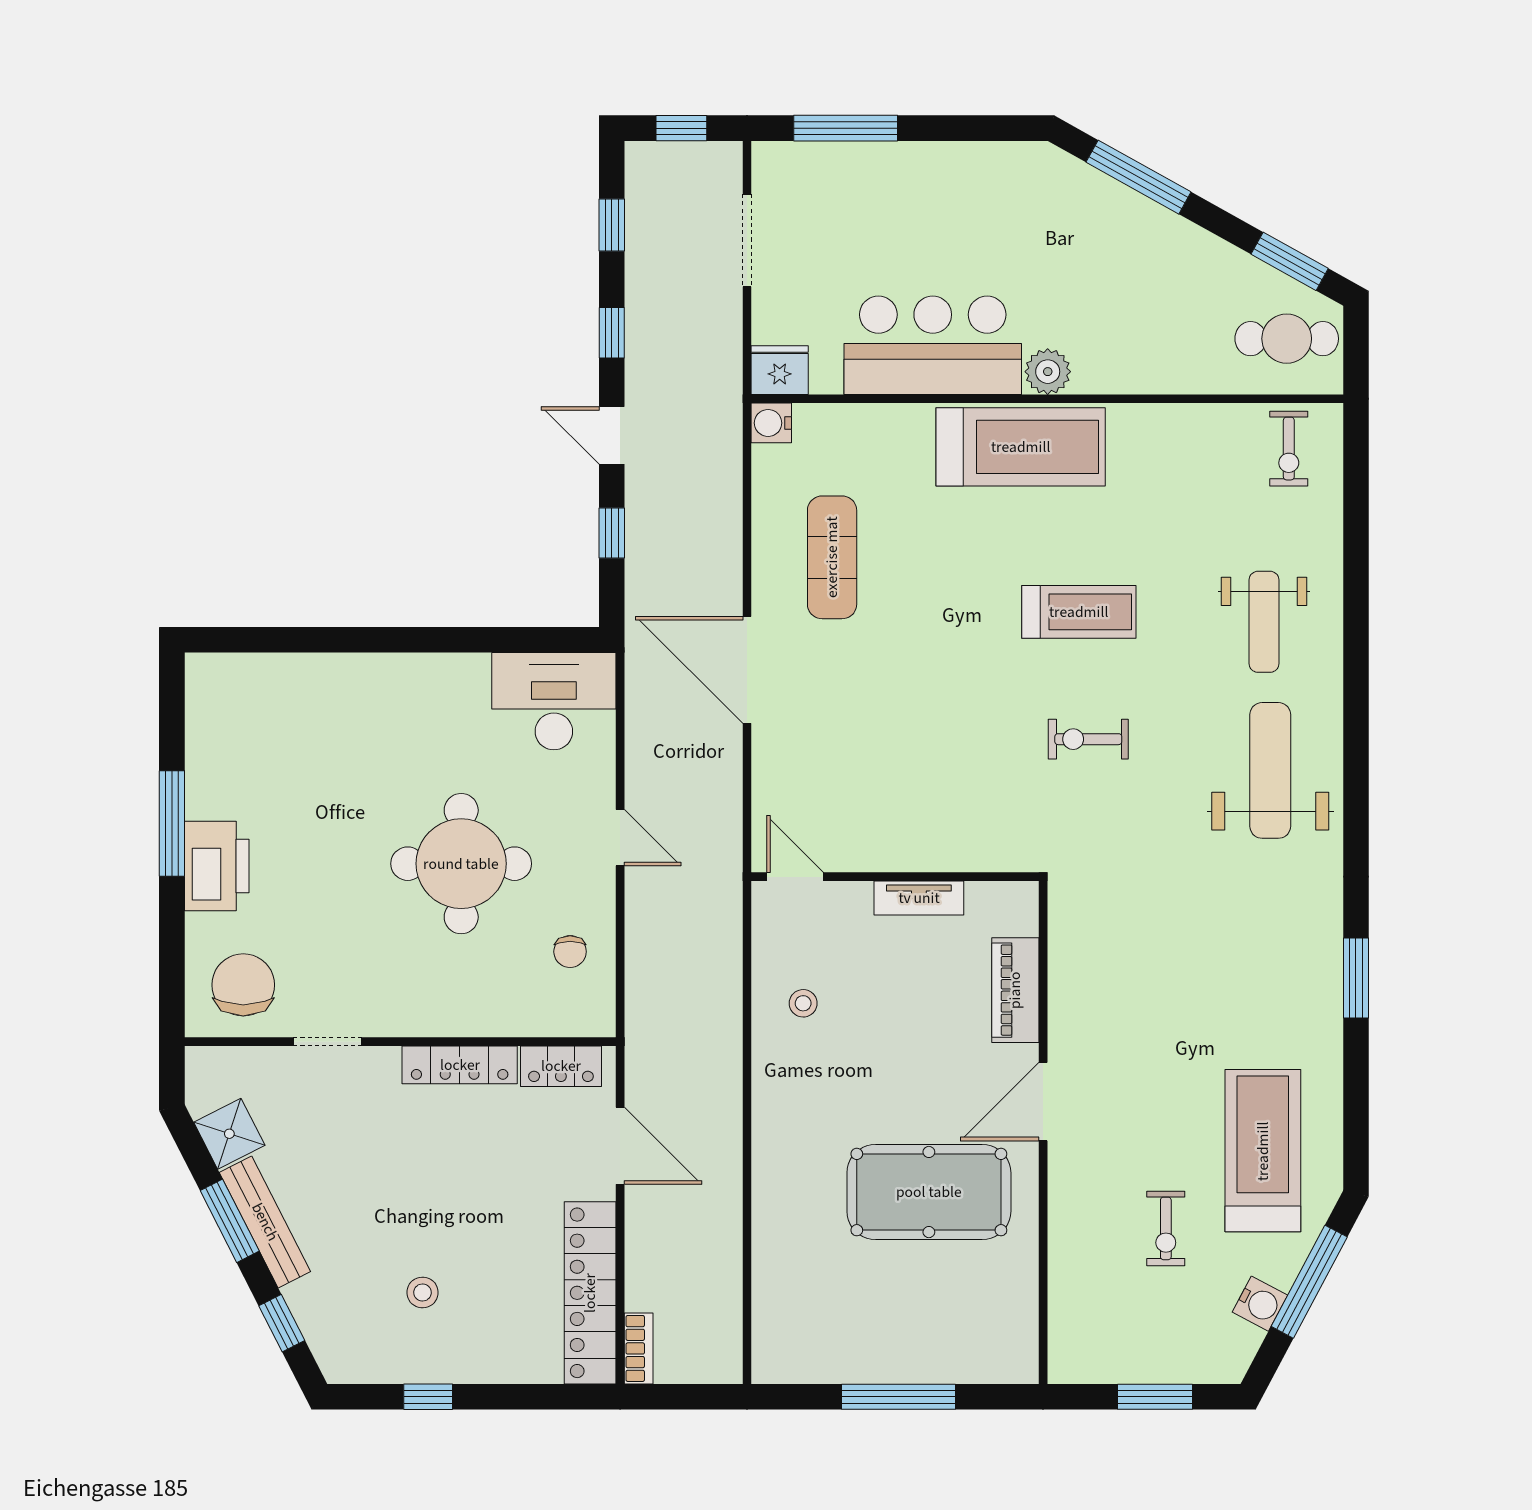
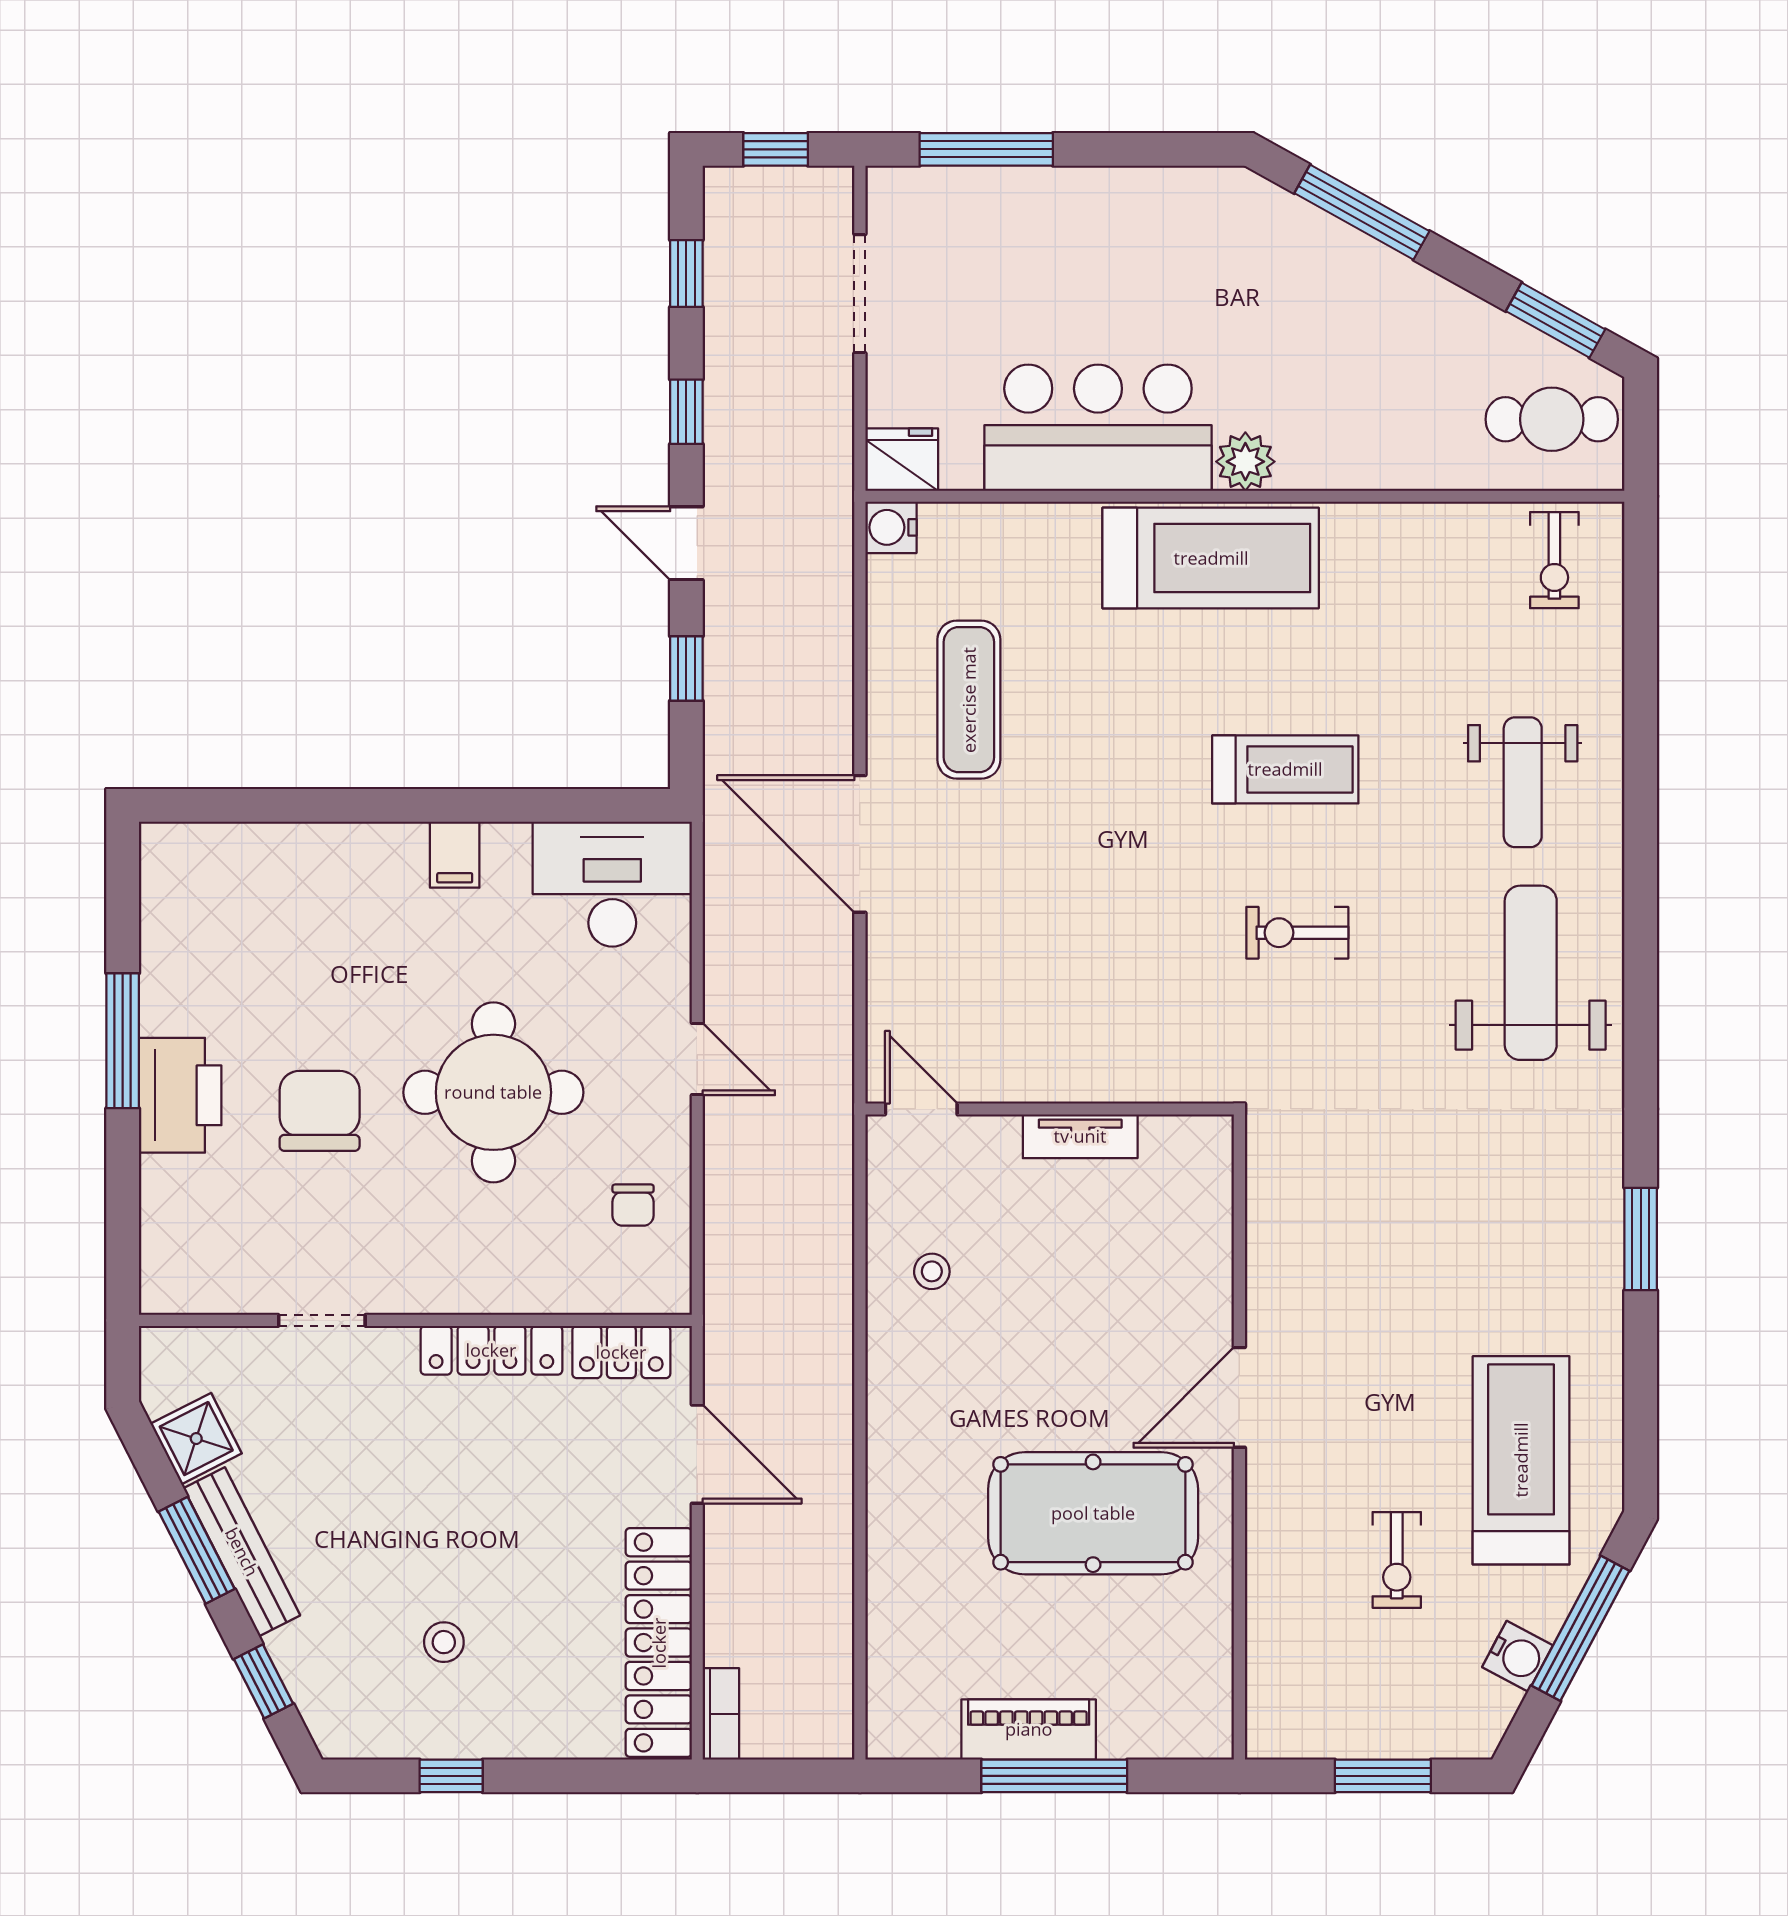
filing cabinet: (431, 678) -> (455, 855), added
chair: (243, 985) -> (320, 1111), moved
piano: (1015, 990) -> (1029, 1729), moved, turned 90

